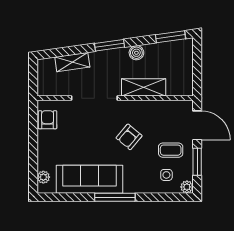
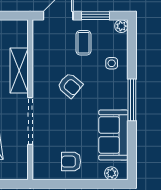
armchair: (48, 120) -> (71, 162), moved
side table: (166, 175) -> (112, 63), moved
sofa: (89, 179) -> (113, 135), width x0.73

